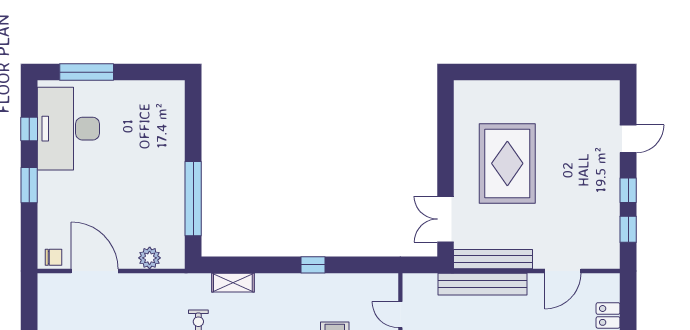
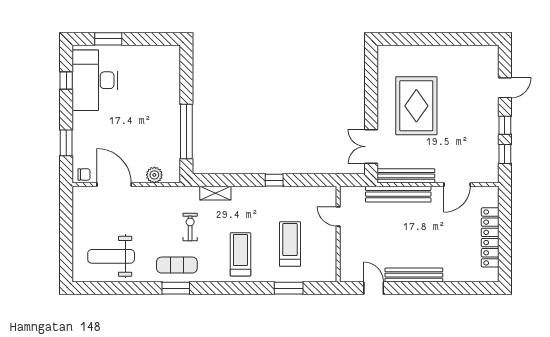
window: (87, 72) -> (108, 39), width x0.69
window: (29, 185) -> (66, 143), moved

